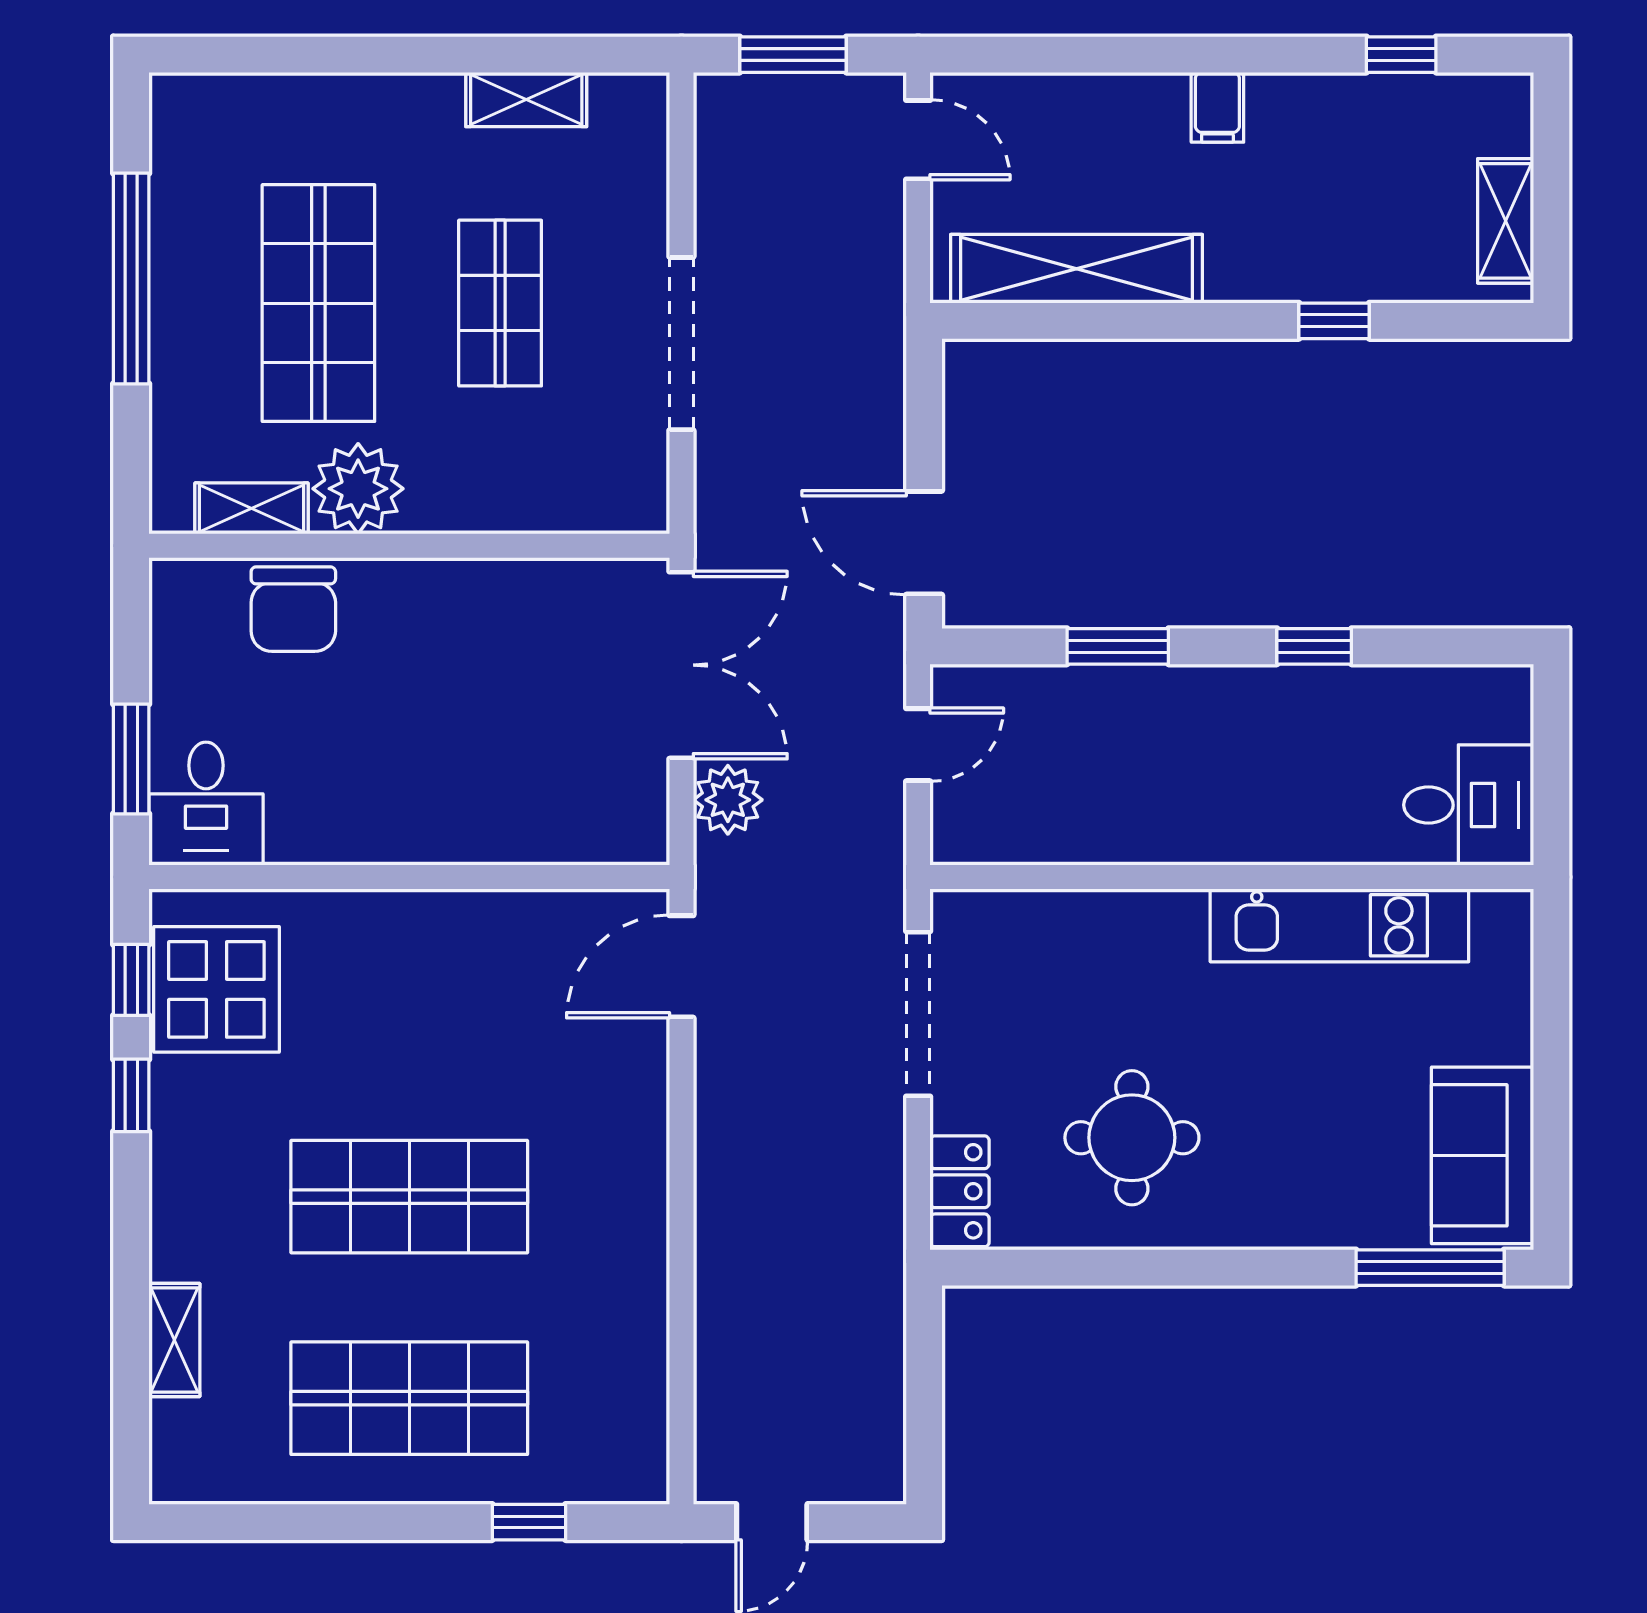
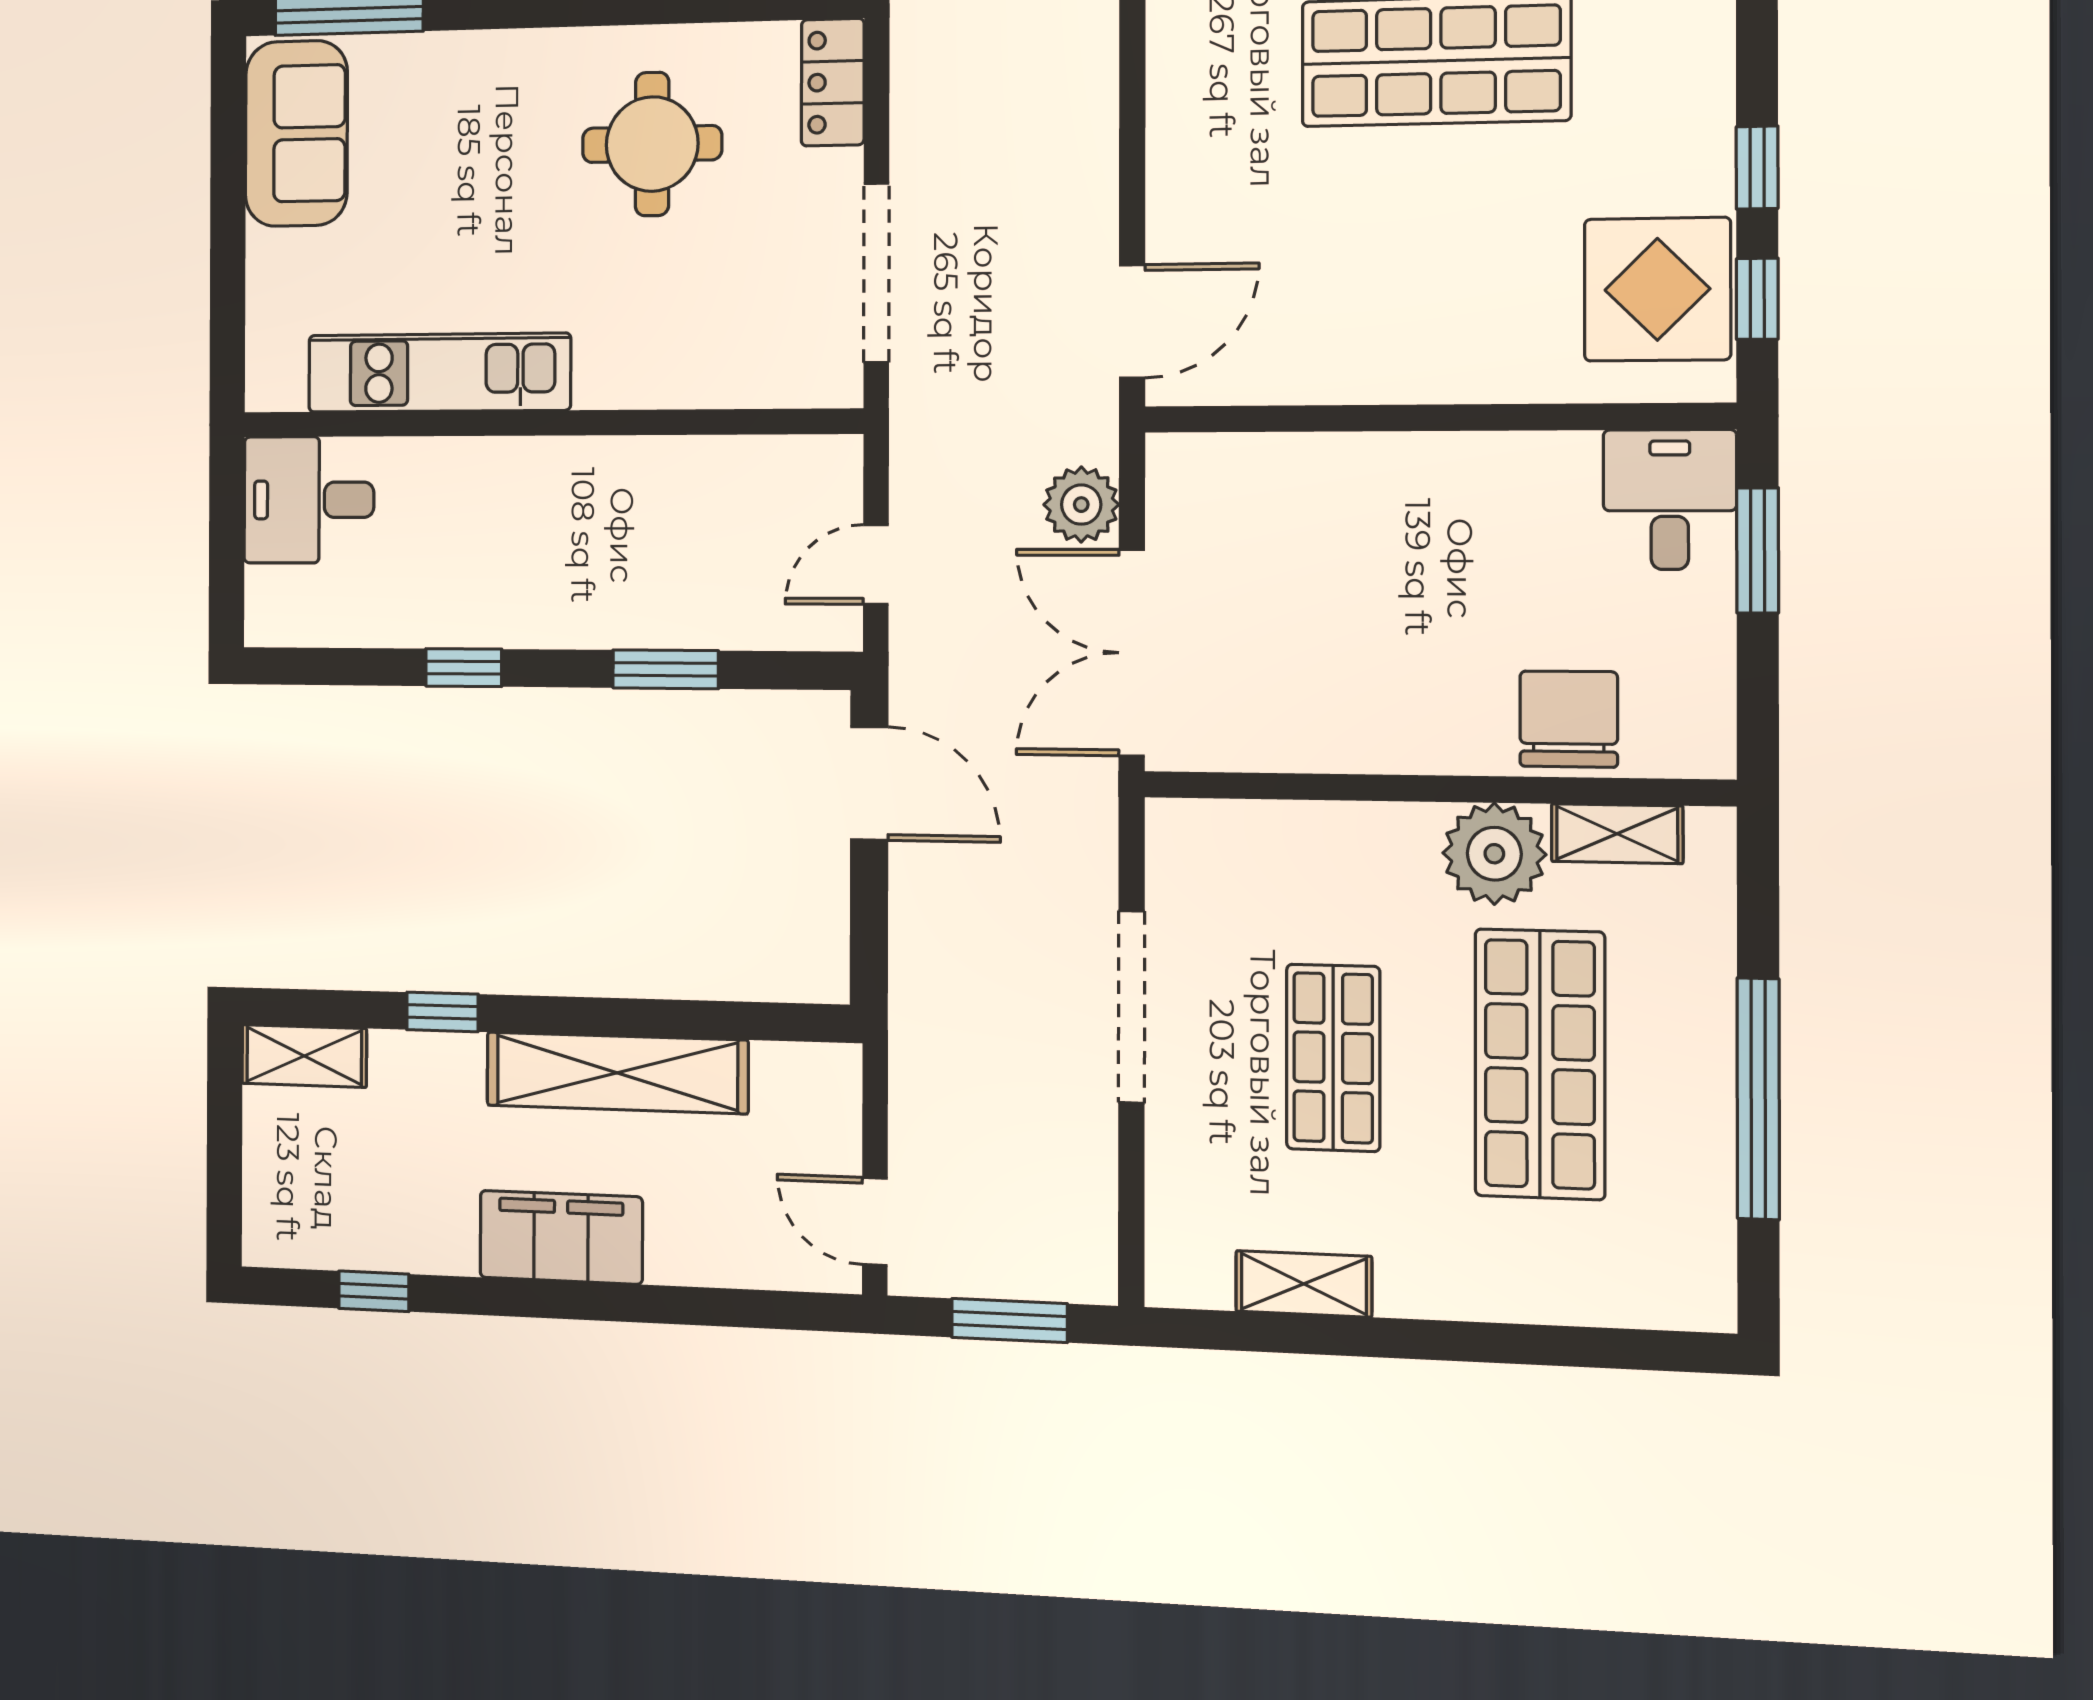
filing cabinet: (1217, 107) -> (561, 1237), width x3.00, depth x1.17
shelving: (1506, 221) -> (304, 1056), moved, turned 90
shelving: (1076, 269) -> (617, 1073), moved

